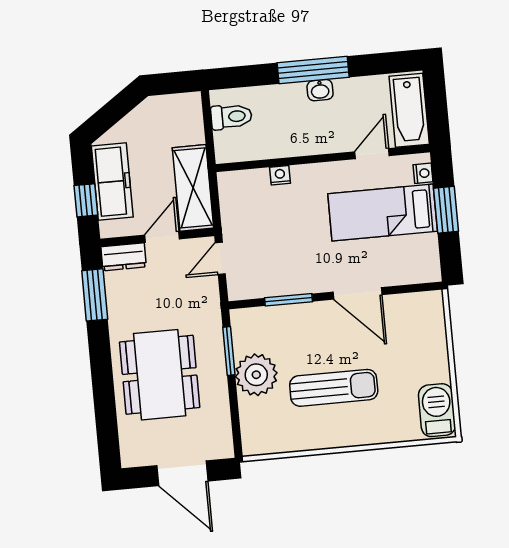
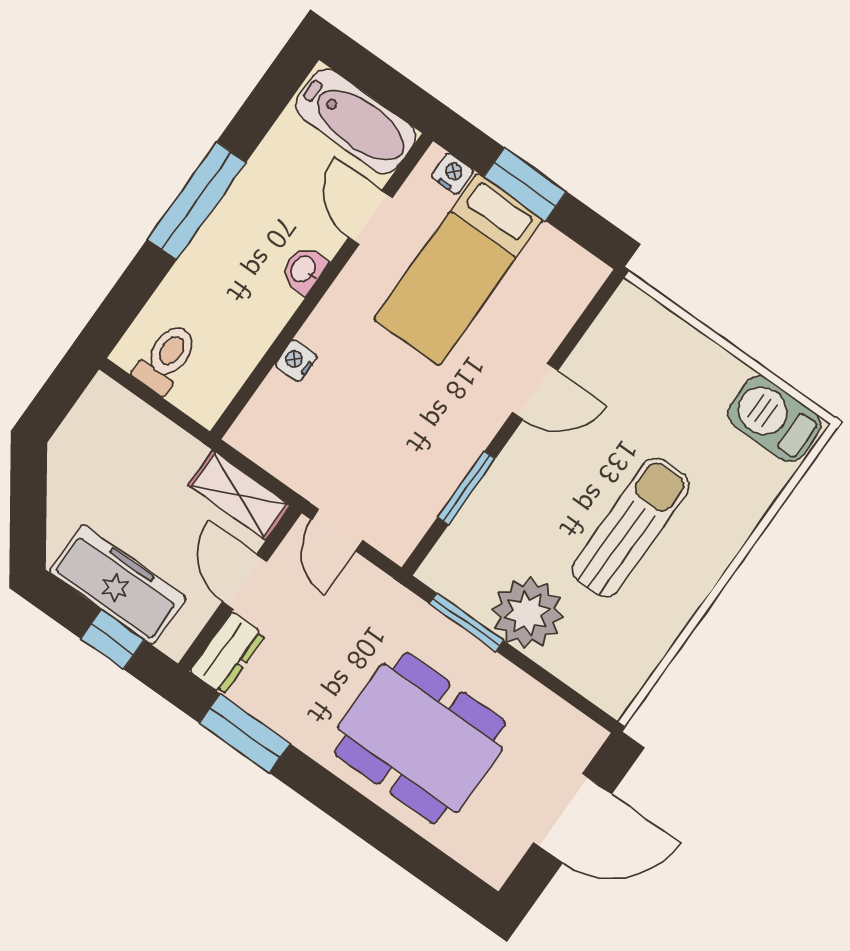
washbasin: (320, 90) -> (304, 270), moved, turned 180
shelving: (193, 188) -> (239, 495), width x0.67, depth x0.75
door: (358, 293) -> (535, 392), width x0.73

